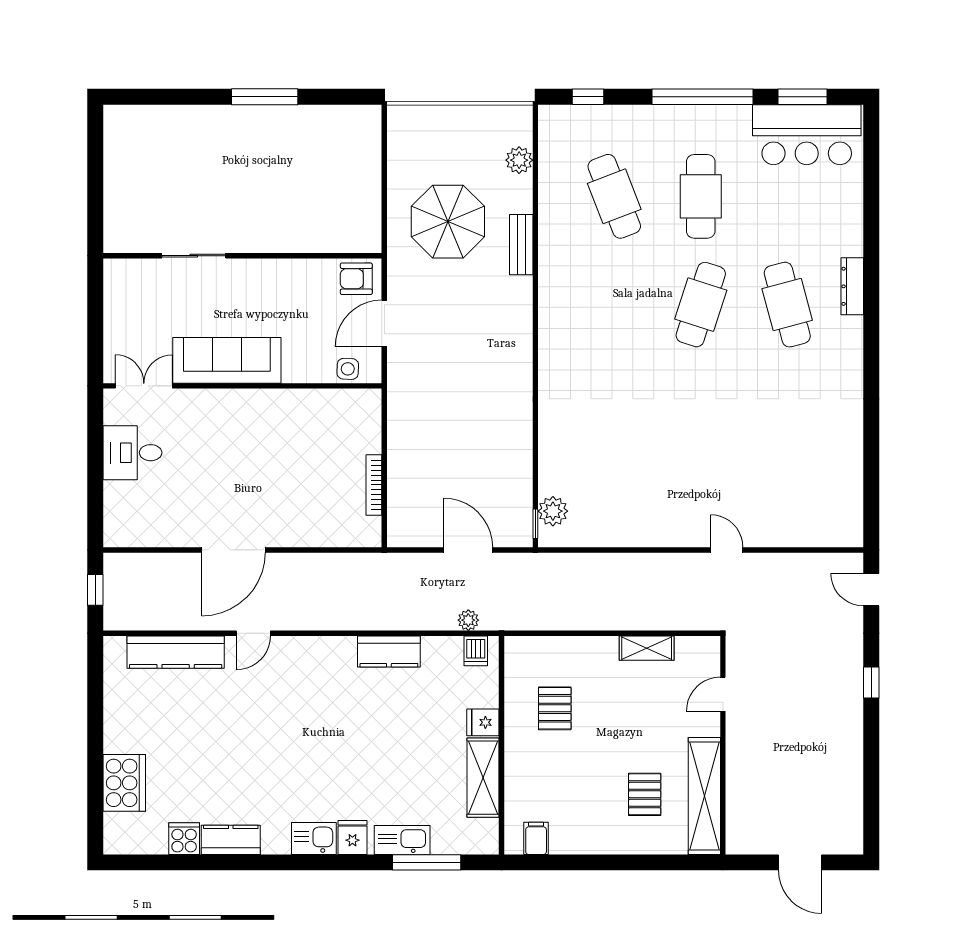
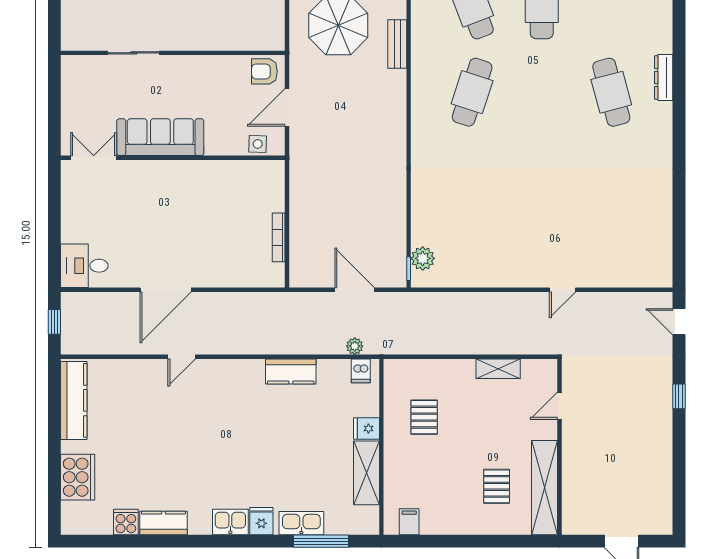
cafe table: (701, 305) -> (472, 92), moved
desk: (132, 453) -> (84, 266), moved
door: (727, 550) -> (563, 290), swing flipped
kitchen counter: (176, 652) -> (74, 400), moved, turned -90

